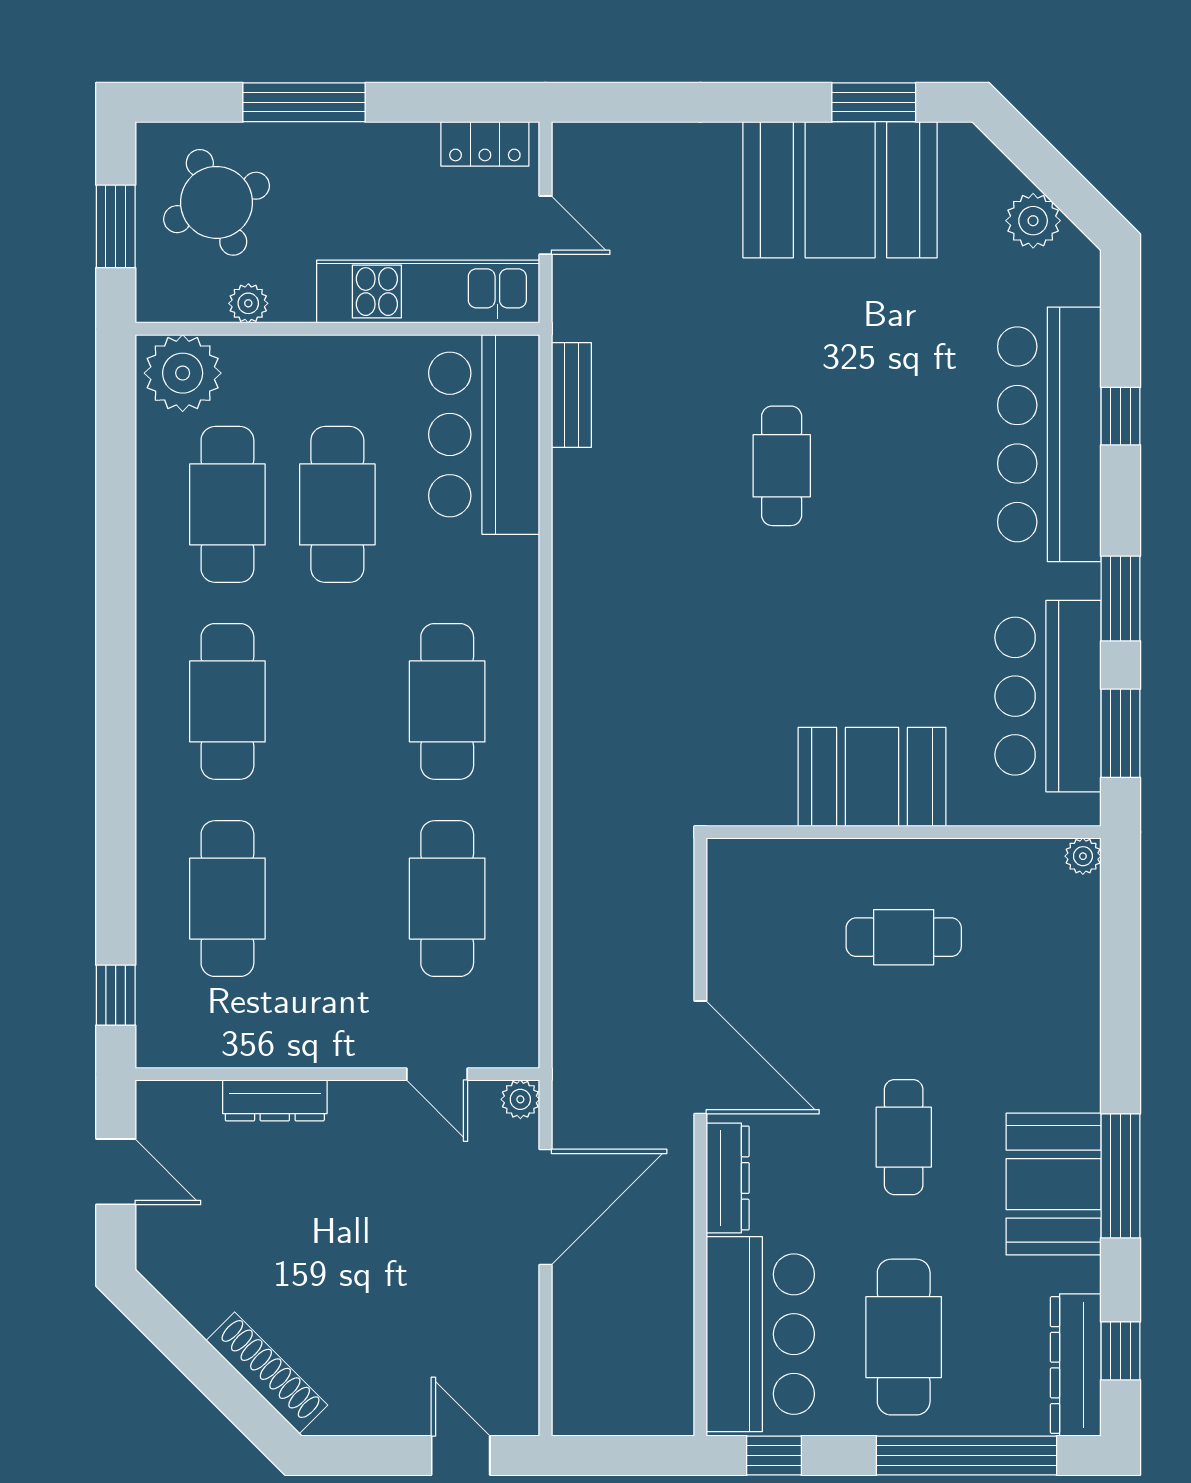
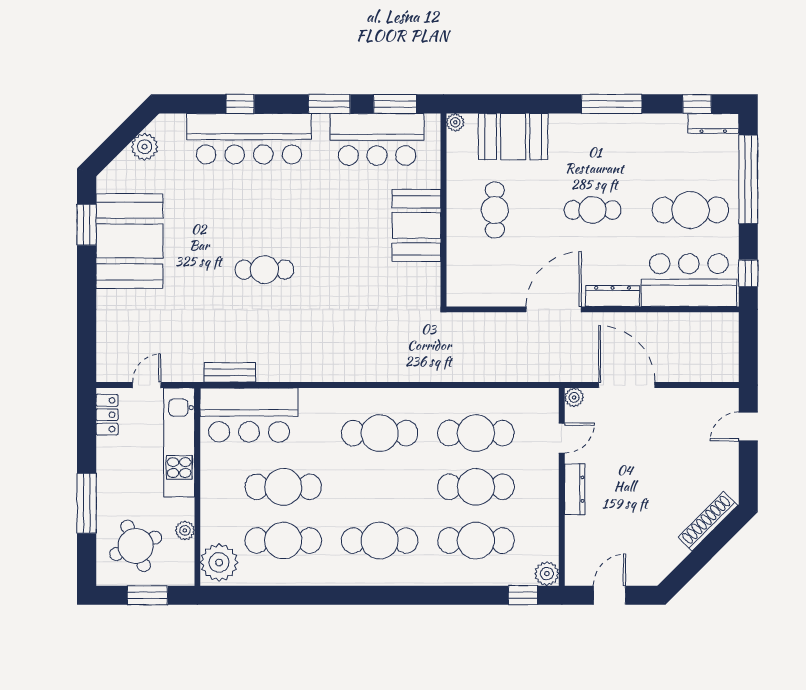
cafe table: (337, 899) -> (476, 487), added
plant: (160, 1044) -> (547, 574), added
dresser: (275, 1100) -> (575, 489), moved
booth: (1054, 1184) -> (513, 137), moved
dresser: (1076, 1365) -> (713, 123), width x0.73, depth x0.80

